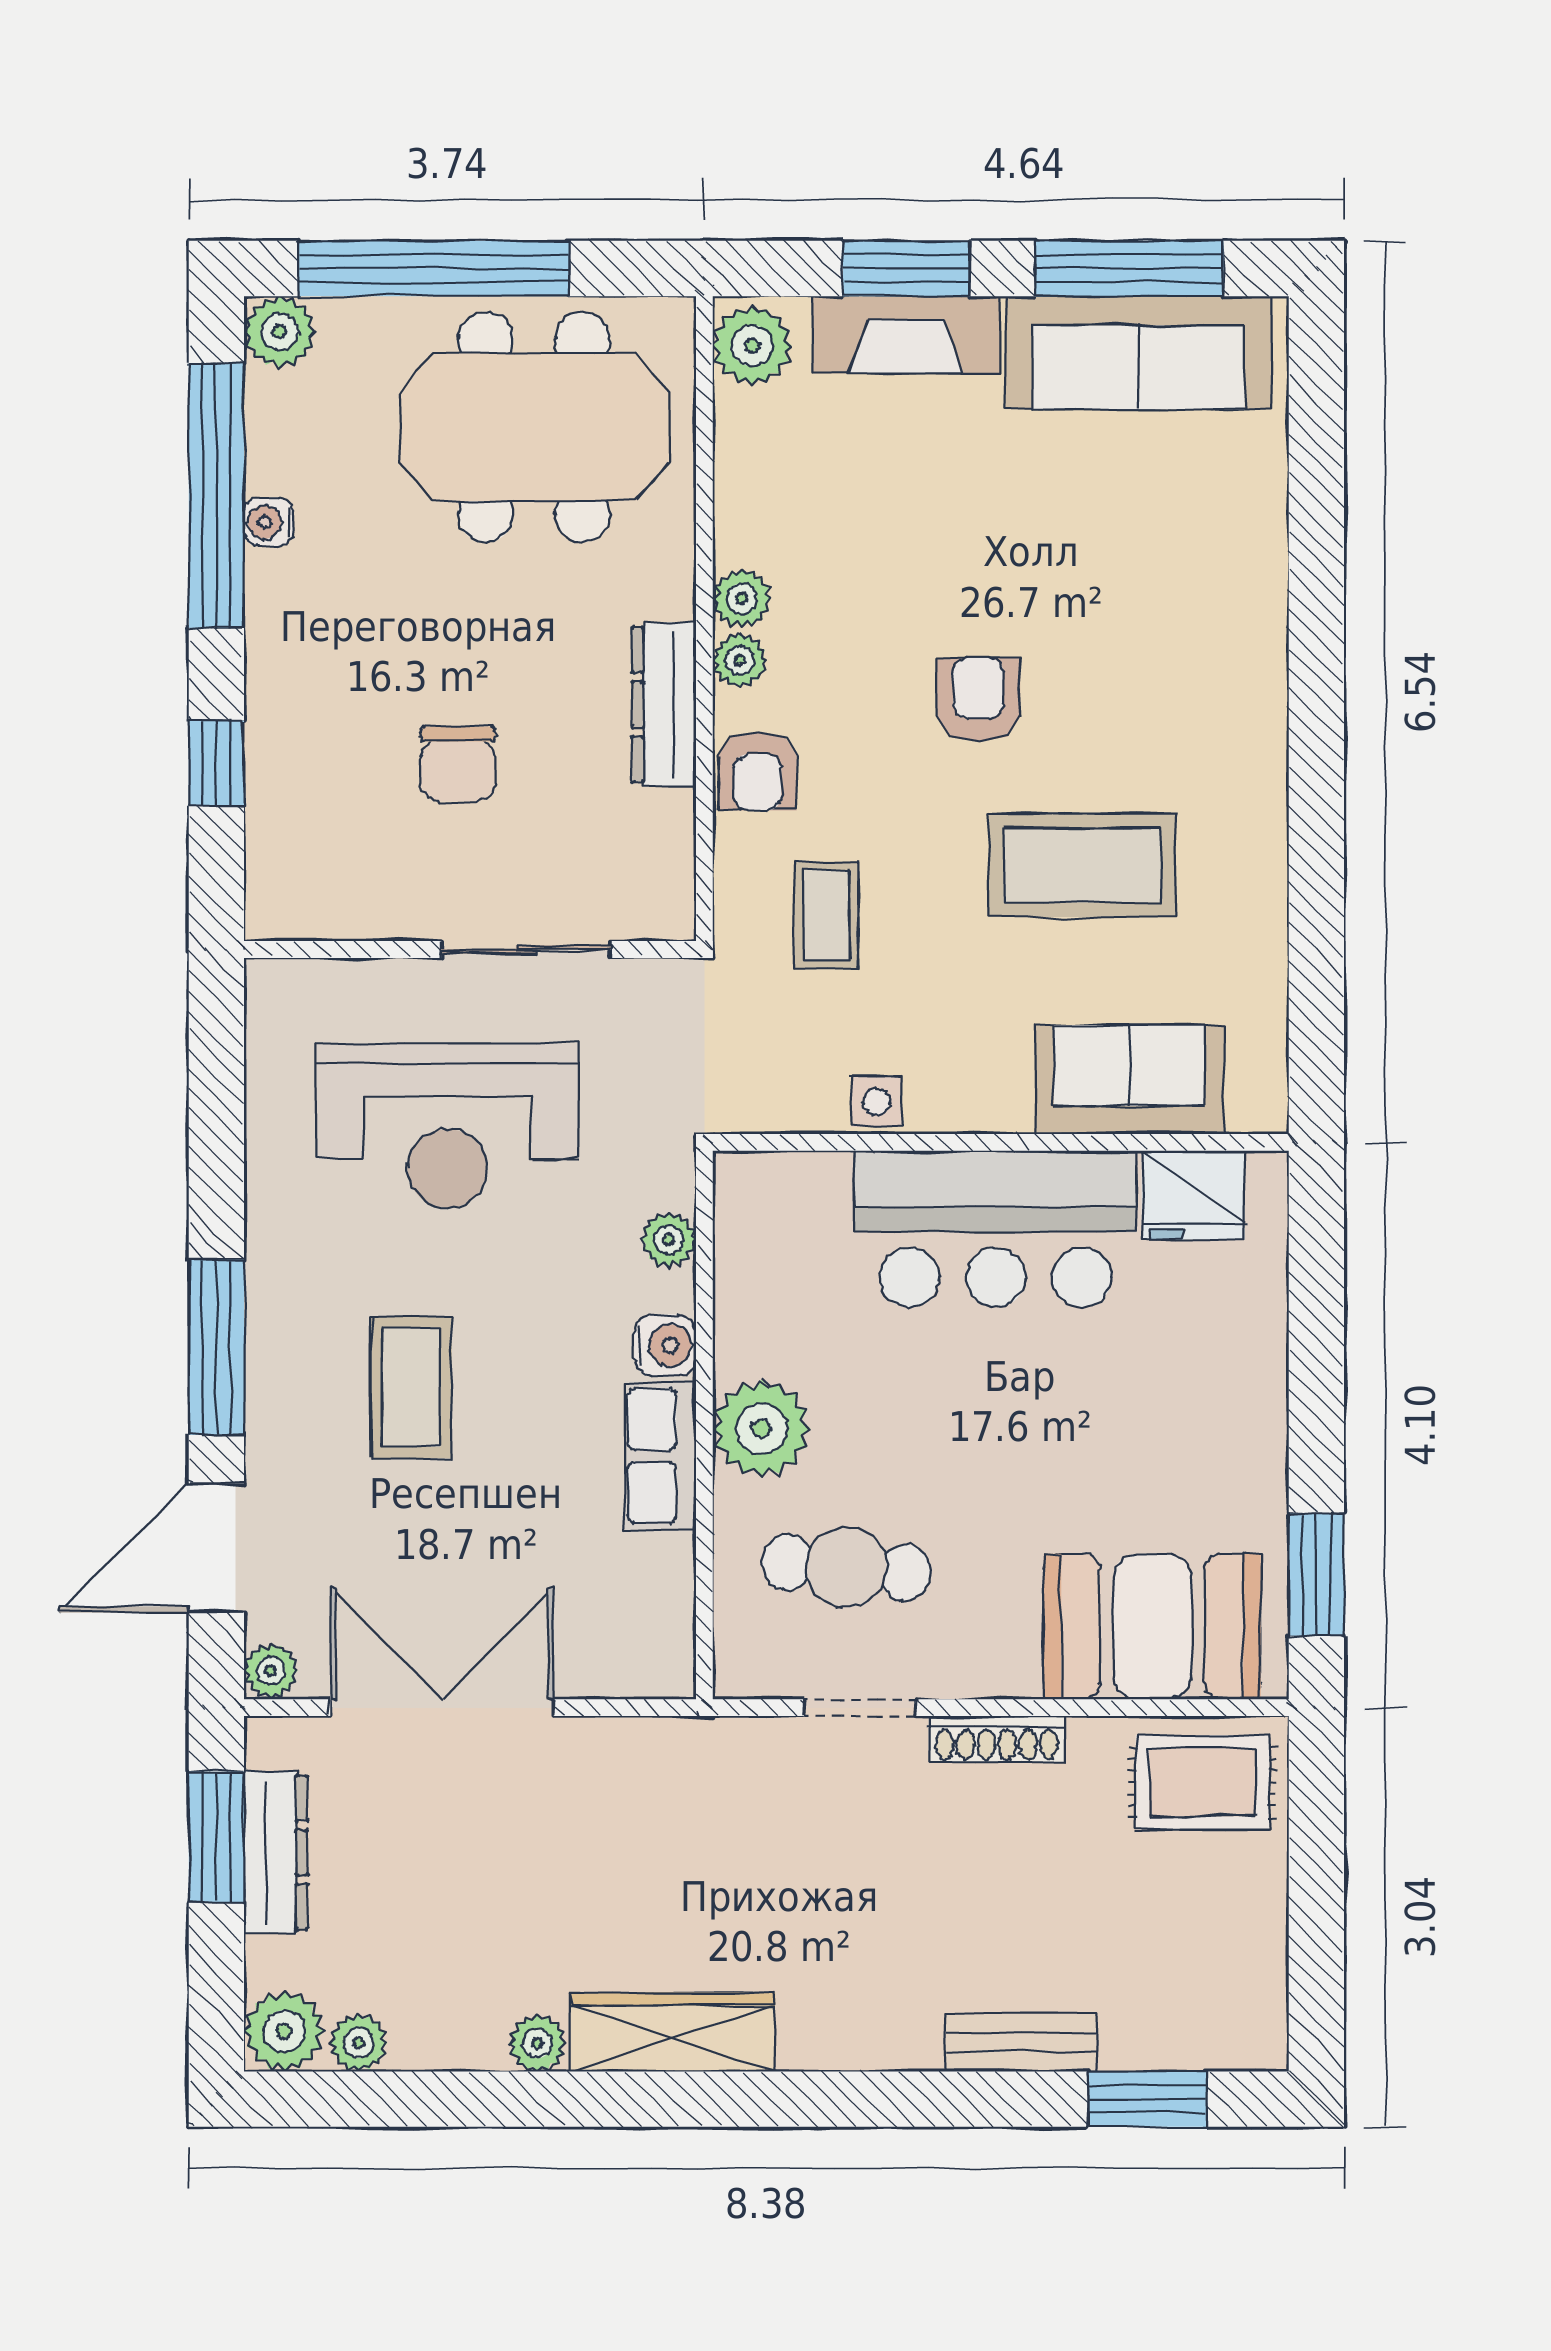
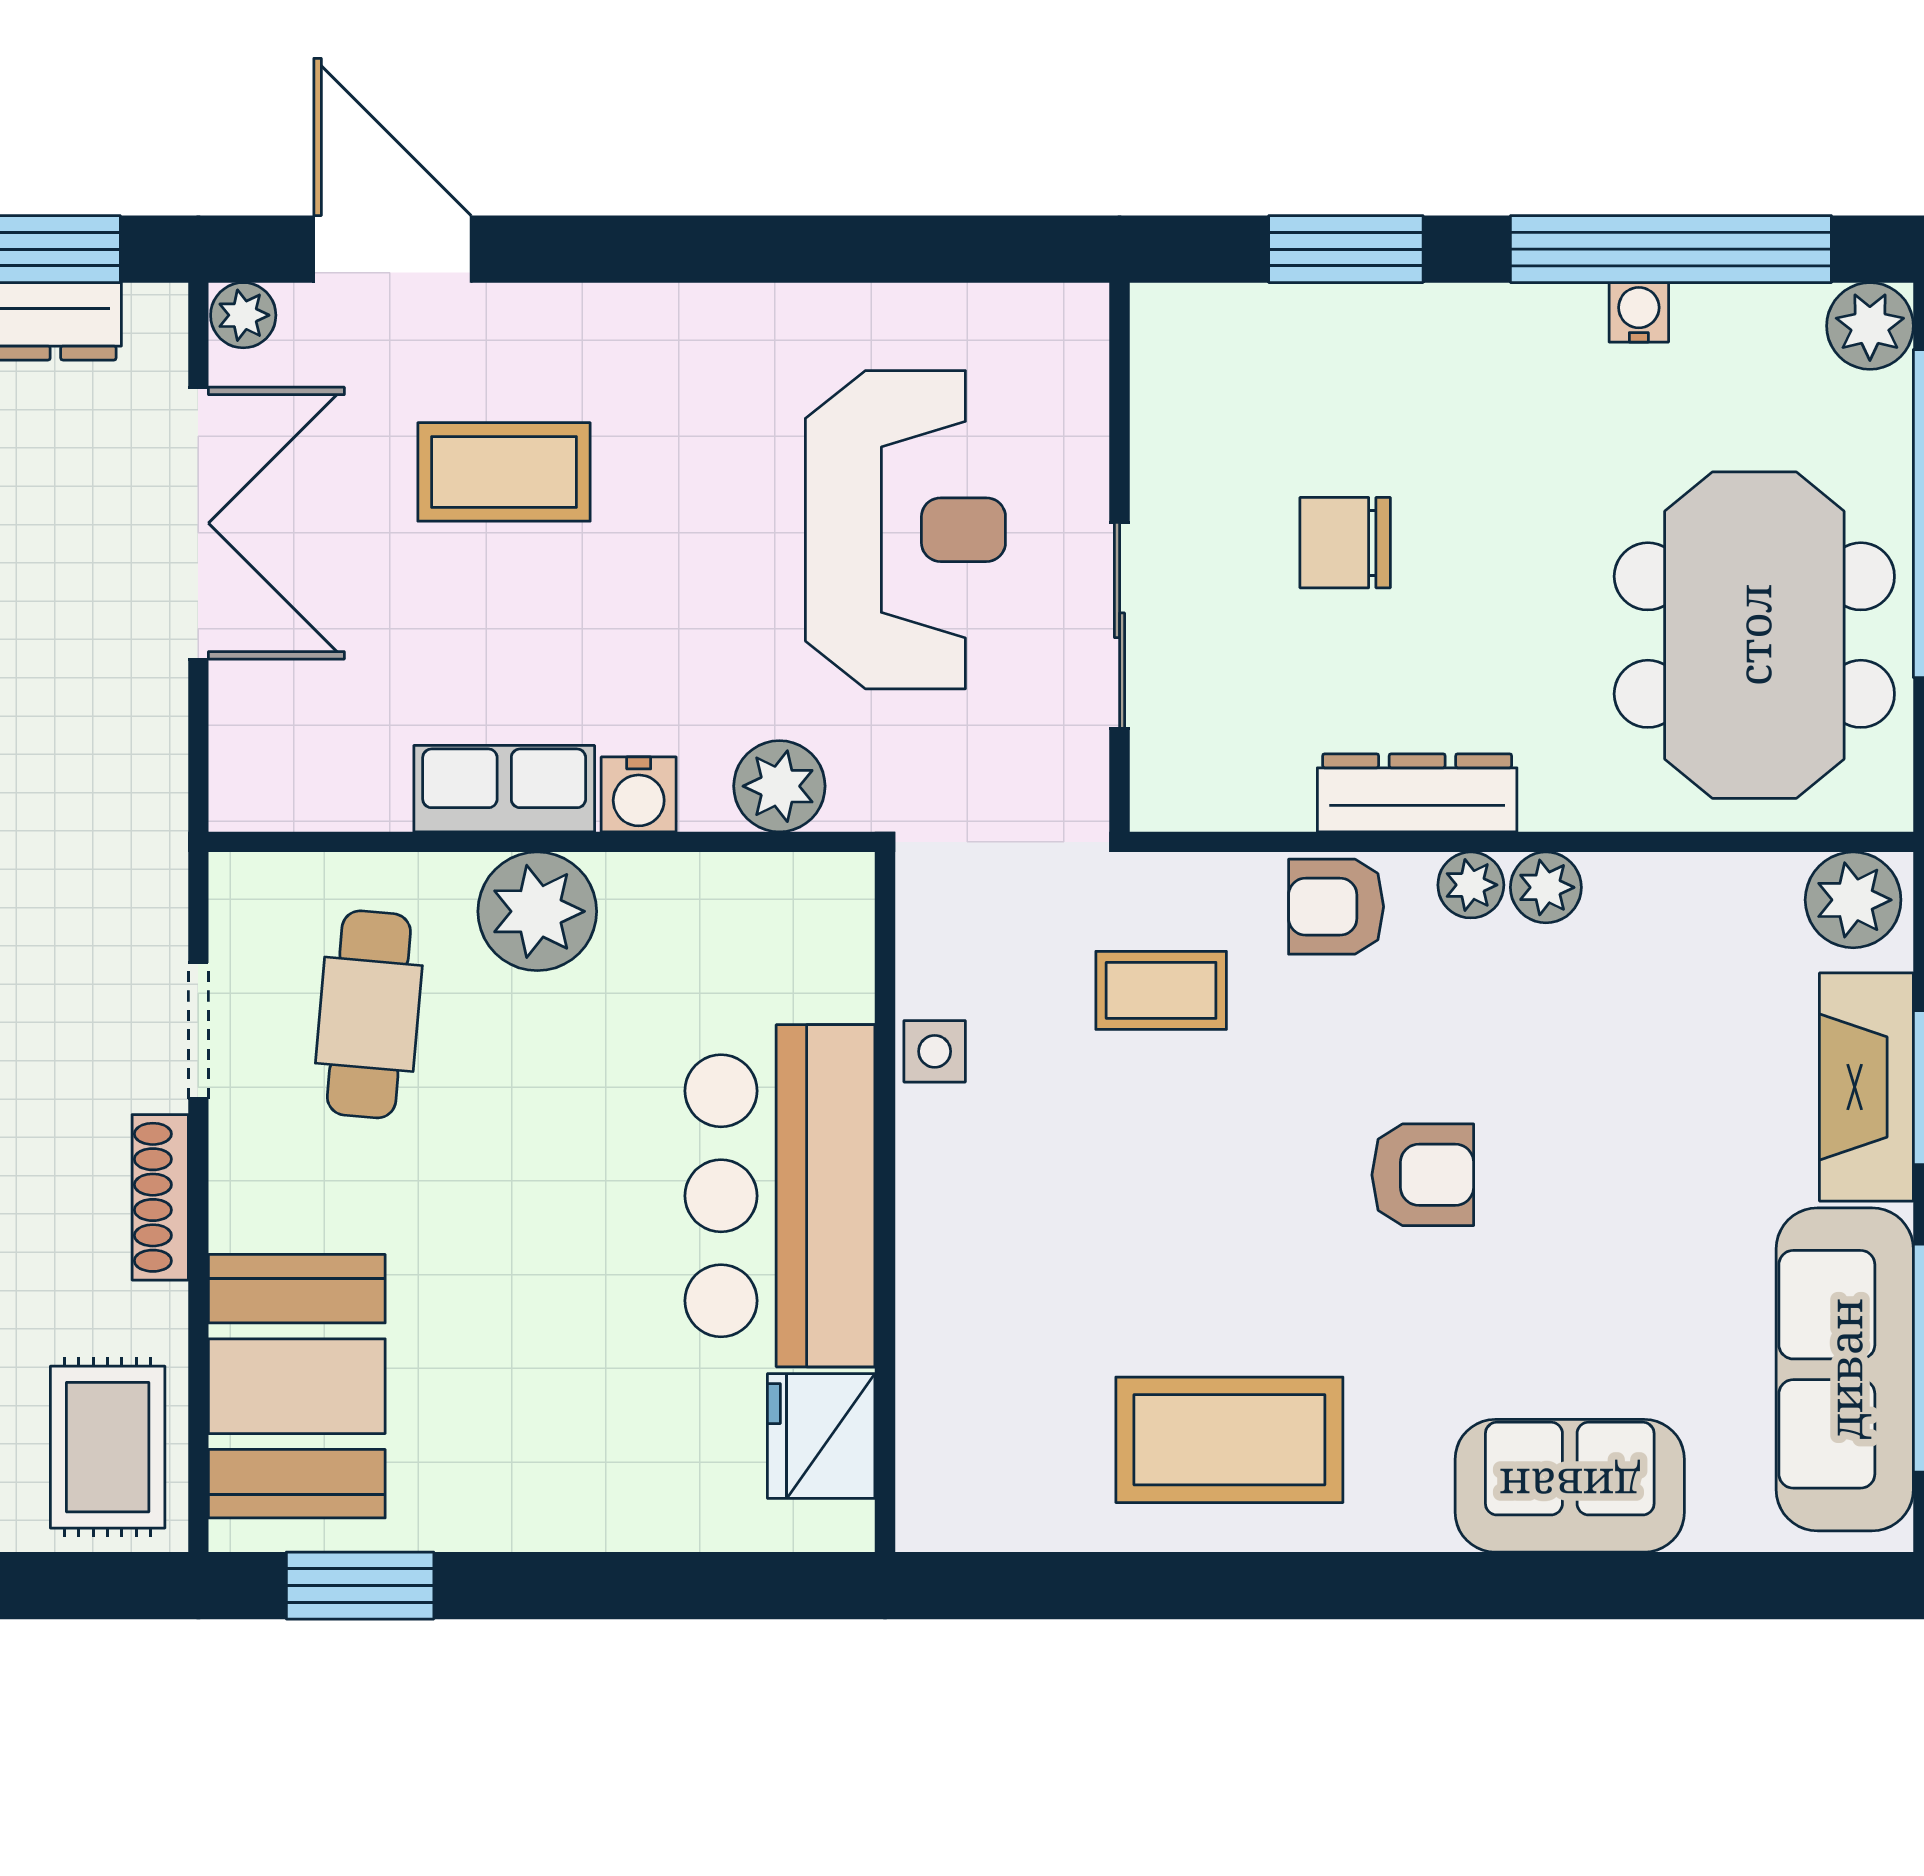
window: (216, 763) -> (1346, 249), width x1.50
coffee table: (1082, 865) -> (1229, 1440), moved, turned 90
sofa: (1129, 1080) -> (1570, 1486), moved, turned -90
reception desk: (447, 1126) -> (905, 530), turned 180
plant: (669, 1240) -> (779, 786), width x1.38, depth x1.38
window: (216, 1347) -> (636, 249), removed
coffee table: (411, 1387) -> (504, 472), moved

